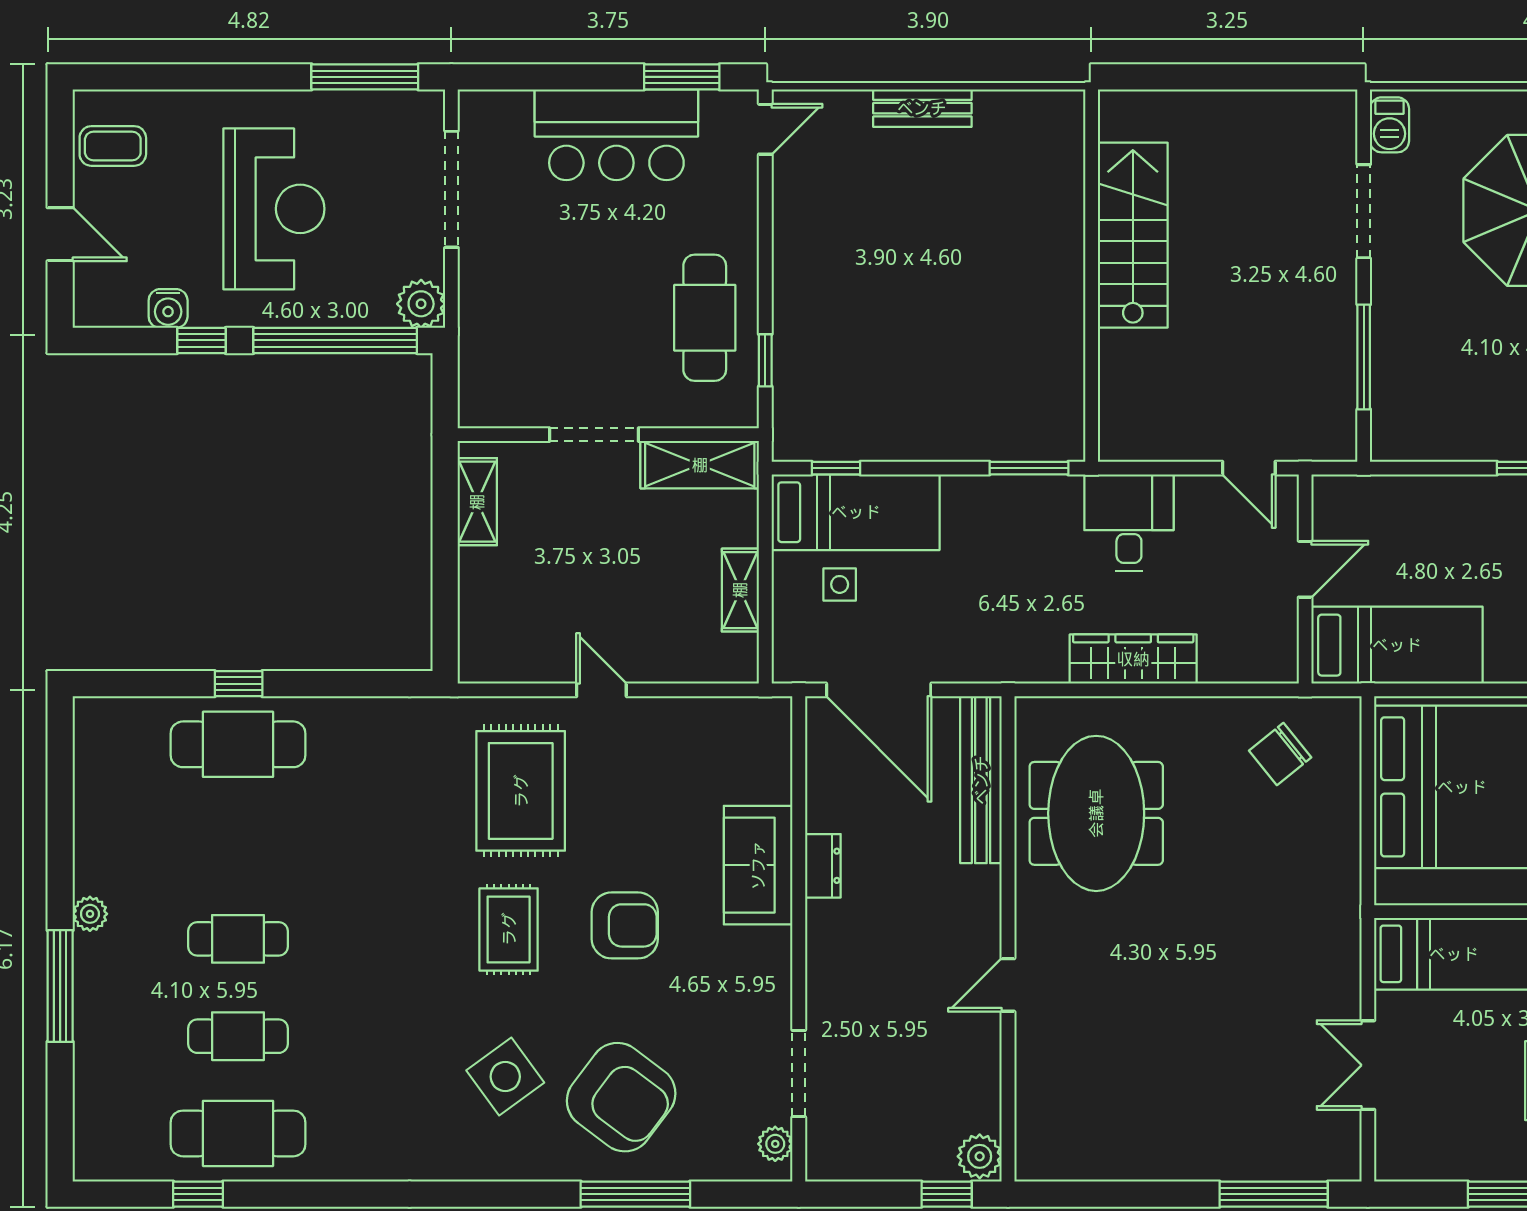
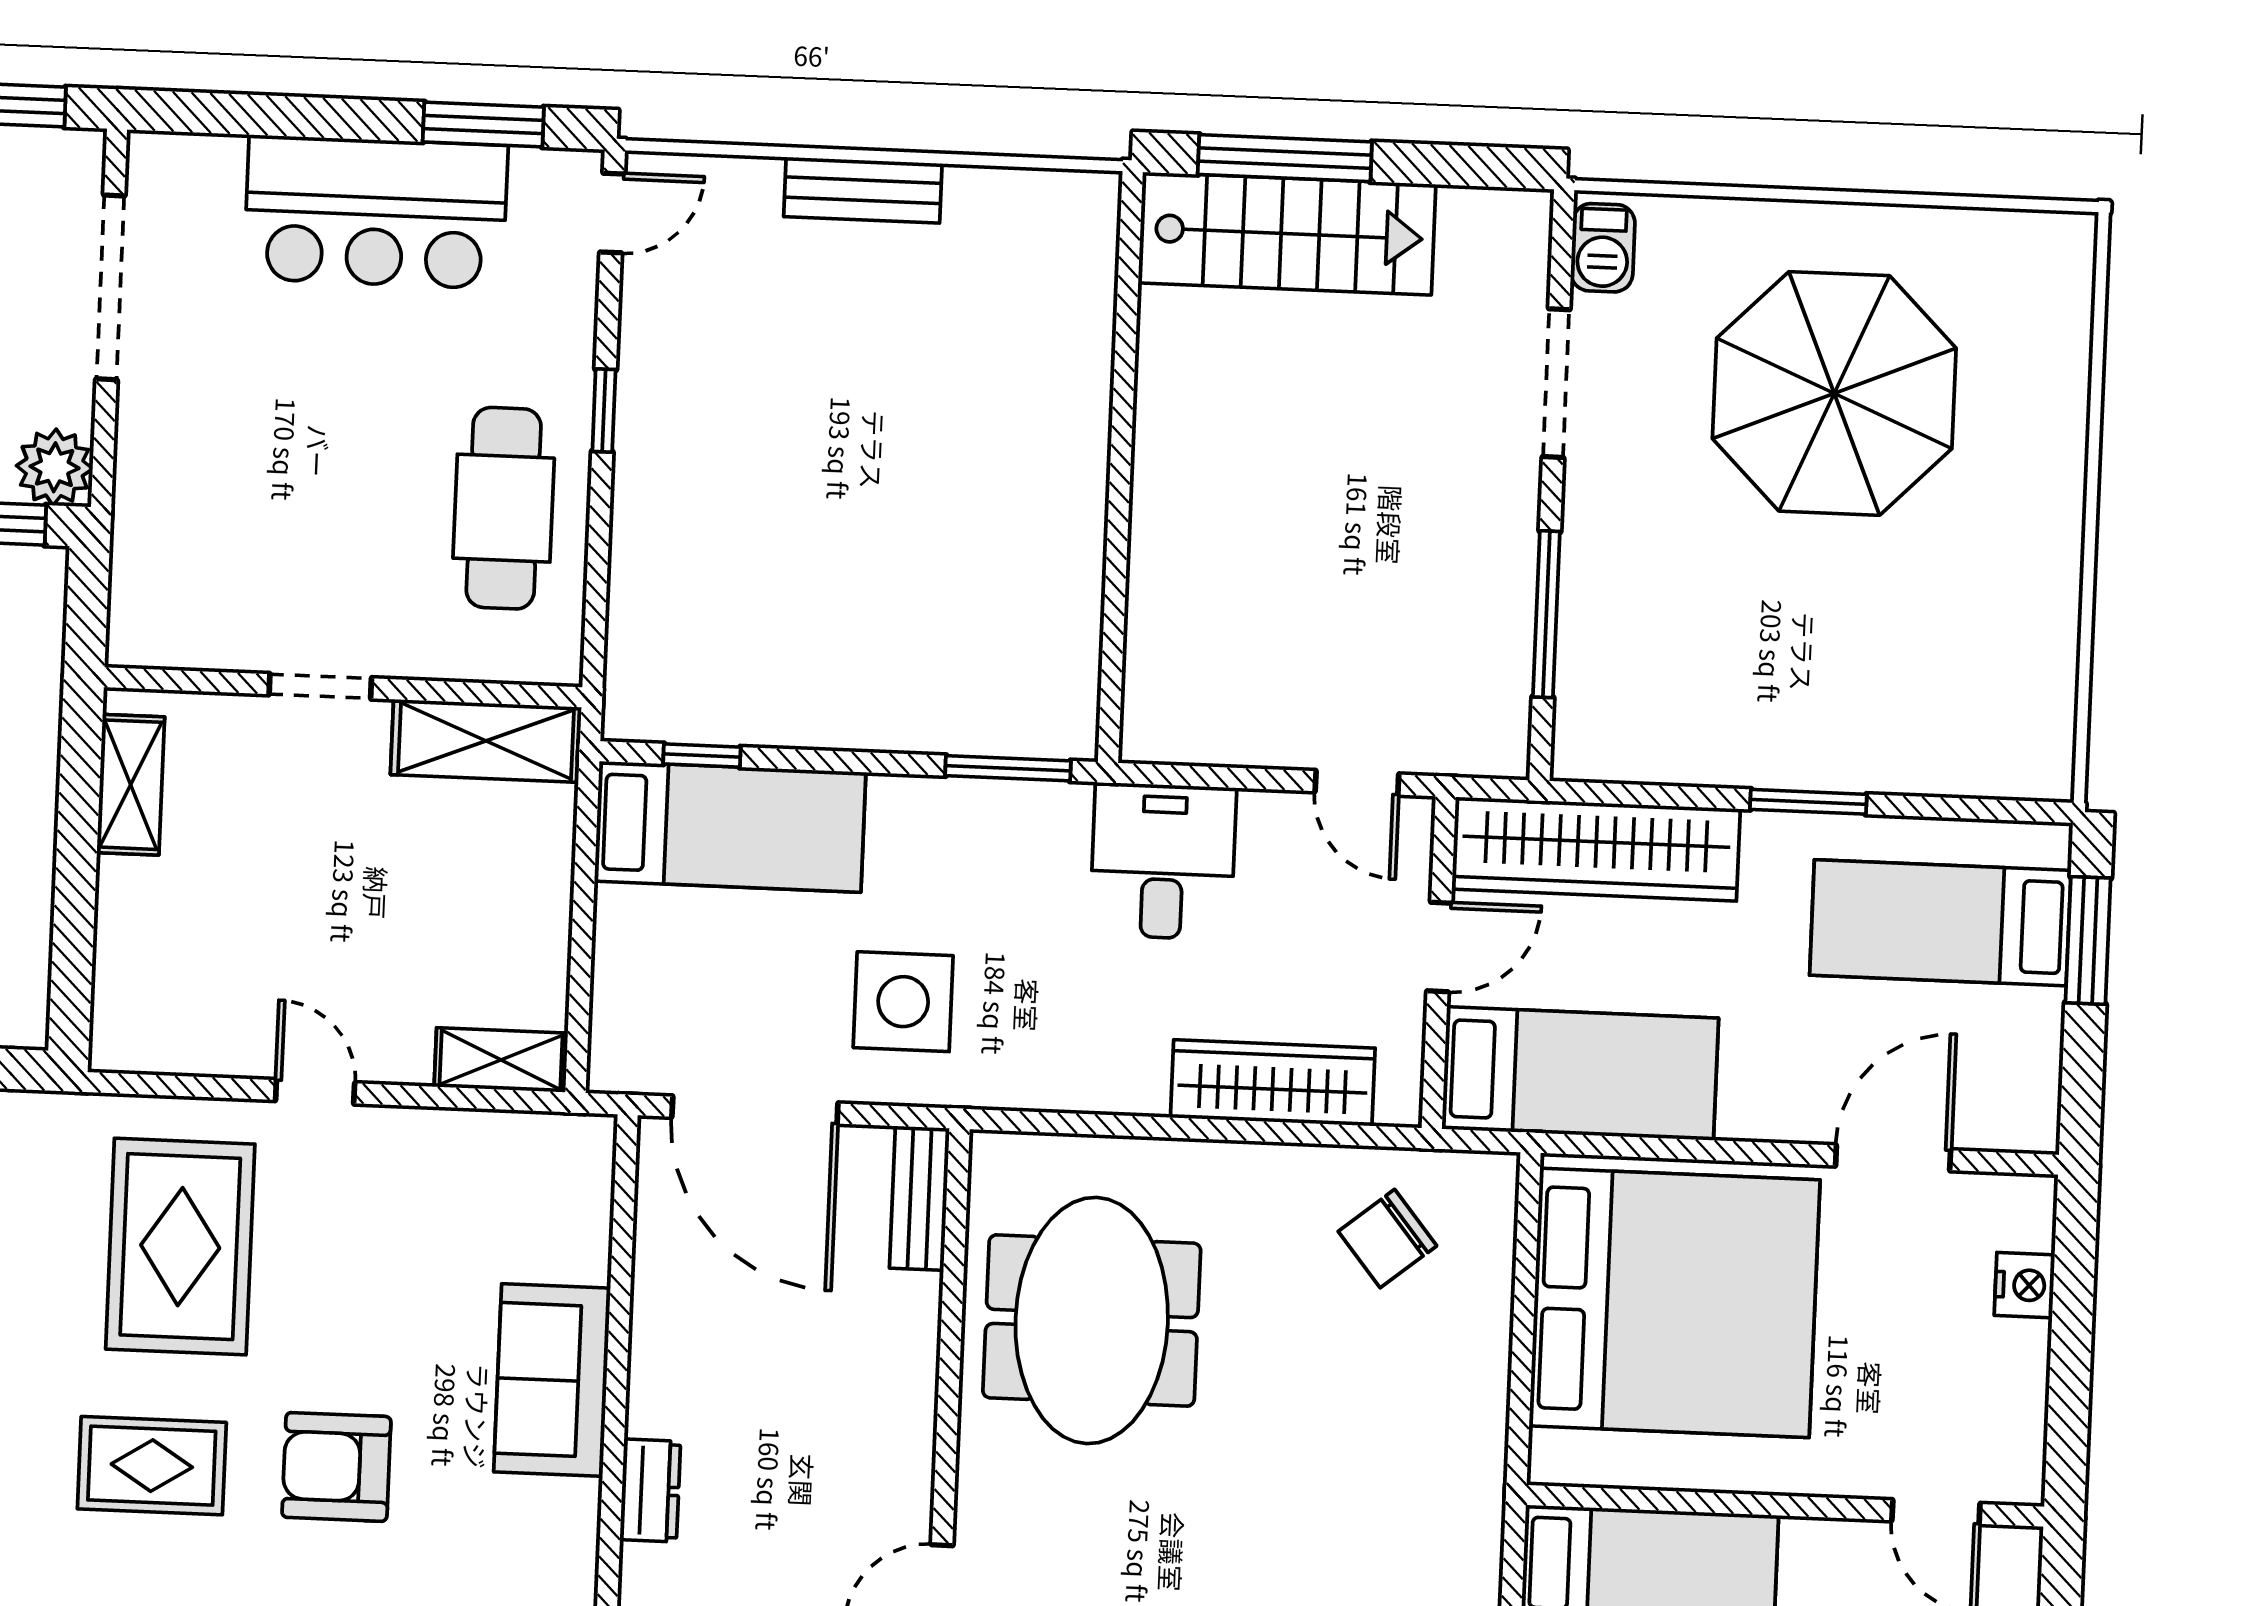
window: (1187, 77) -> (1285, 158), added
stairs: (1133, 235) -> (1287, 234), moved, turned 90
window: (765, 360) -> (604, 411), moved
doorway: (594, 435) -> (320, 686), width x0.73
wardrobe: (1401, 503) -> (1596, 849), added
side table: (840, 584) -> (903, 1002), moved, width x1.87, depth x1.87
shelving: (740, 590) -> (501, 1060), moved, turned 90
wardrobe: (1133, 659) -> (1273, 1083), moved
bench: (981, 780) -> (920, 1198), width x0.54, depth x0.82
dresser: (823, 866) -> (650, 1491), moved
armchair: (625, 925) -> (336, 1467), turned 180
rug: (509, 929) -> (152, 1466), turned 90

